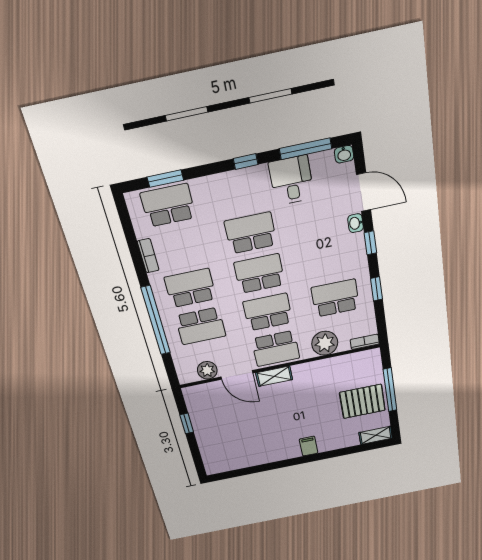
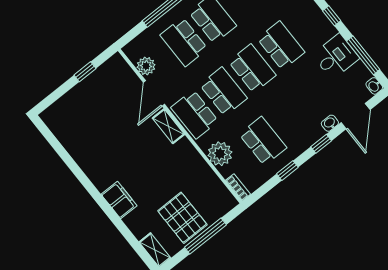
filing cabinet: (309, 446) -> (119, 200), width x2.00

